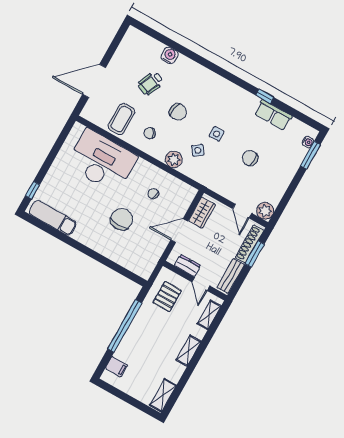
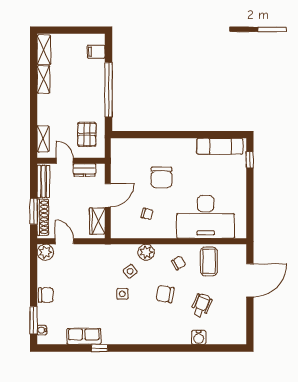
chair: (250, 158) -> (46, 295), moved
shelving: (189, 351) -> (43, 79), moved

